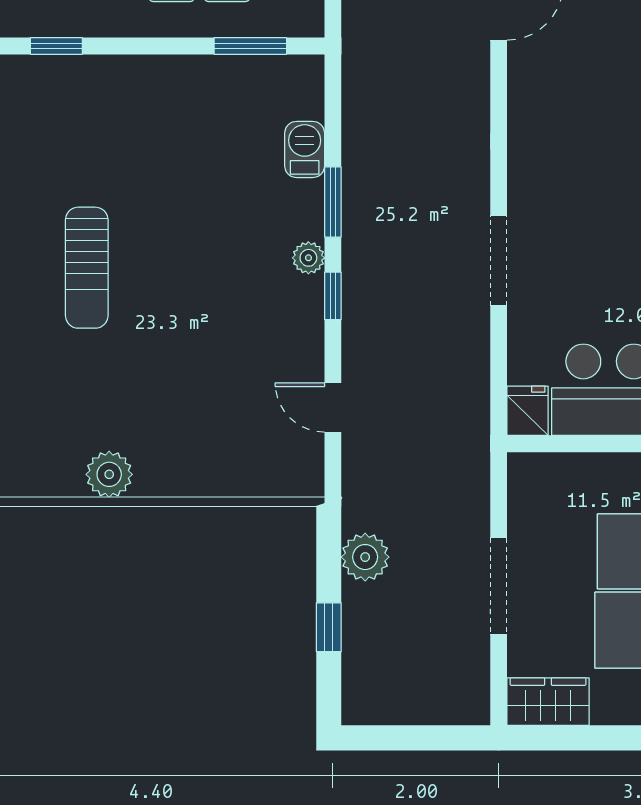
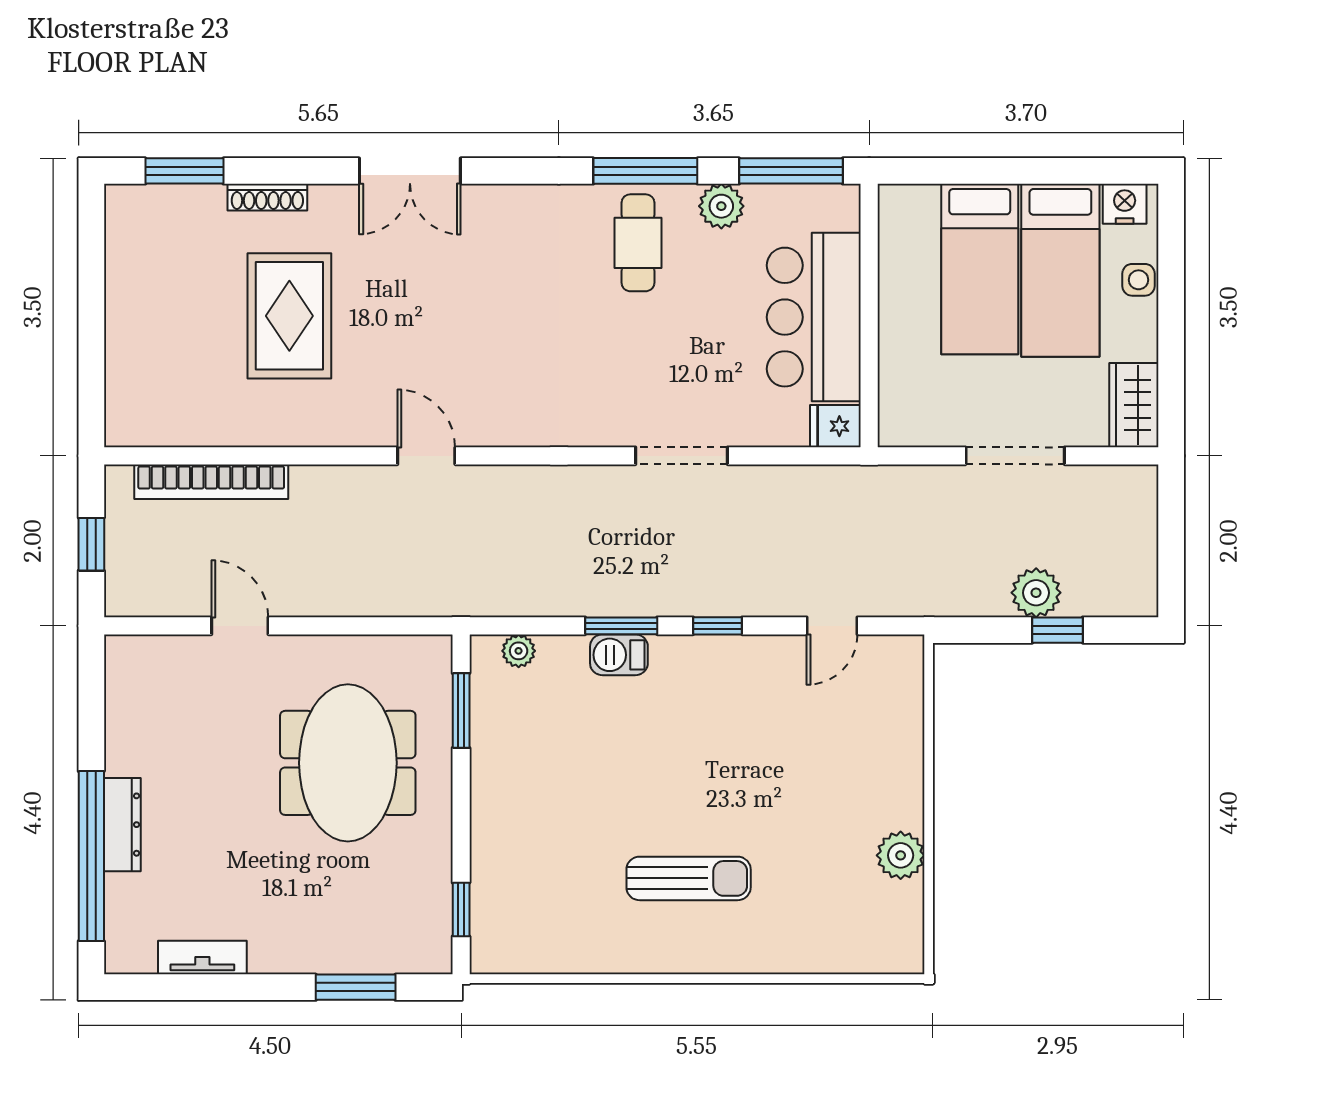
barbecue: (305, 149) -> (619, 655), moved
plant: (308, 258) -> (519, 651), moved
plant: (365, 557) -> (1036, 593), moved

